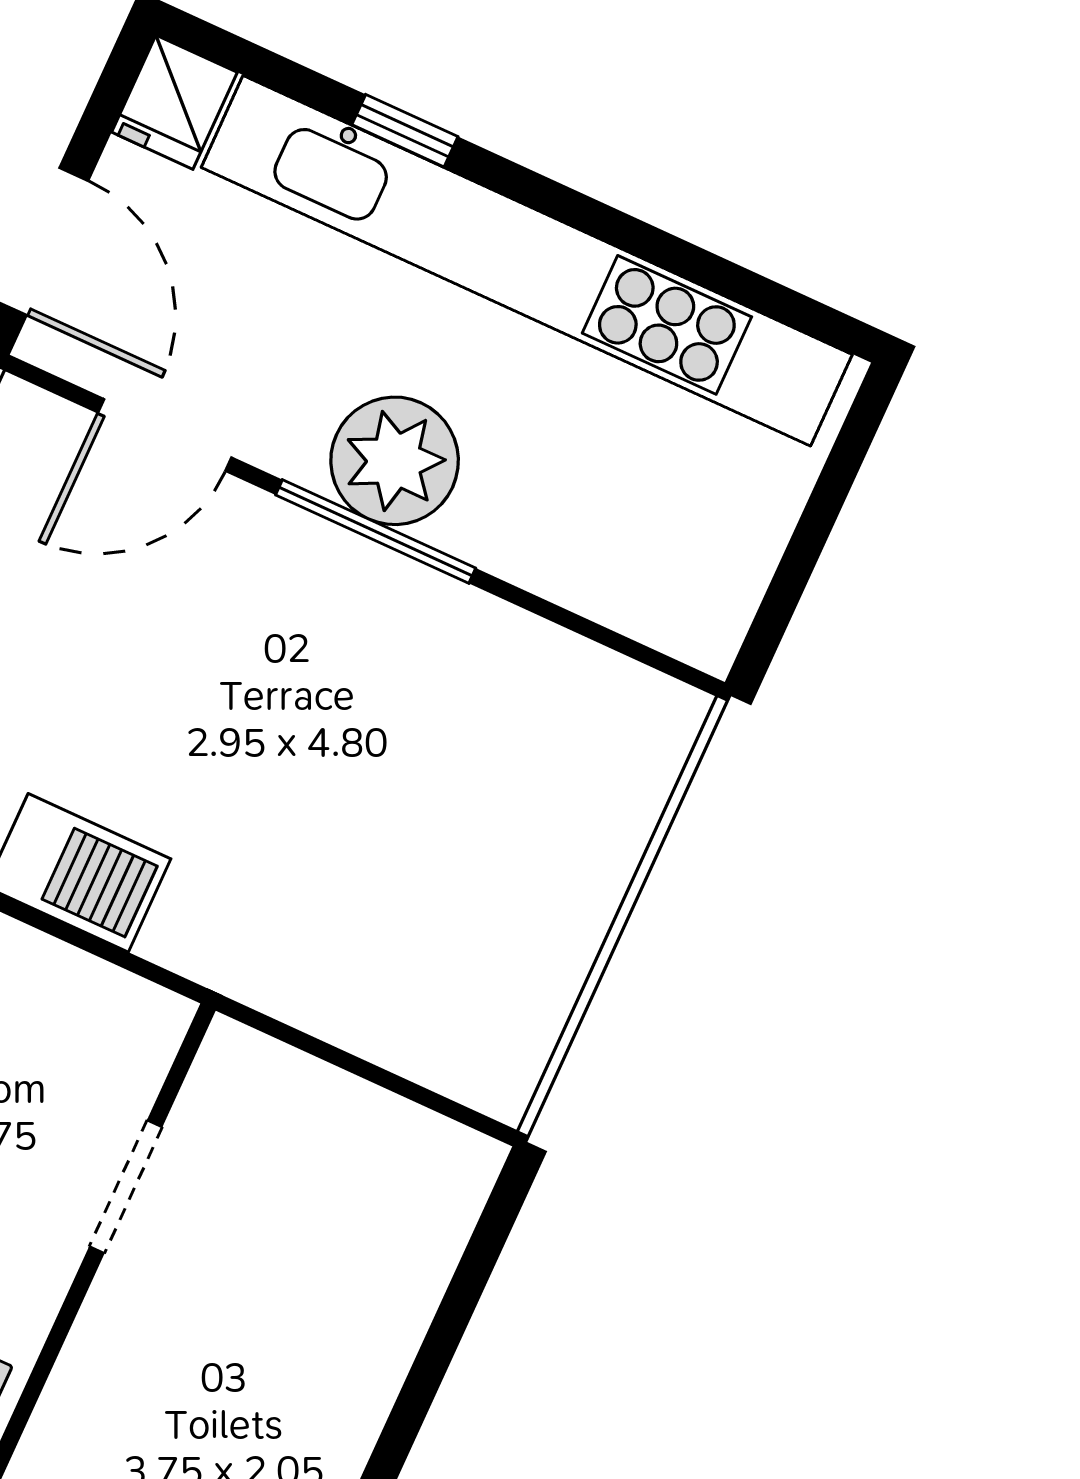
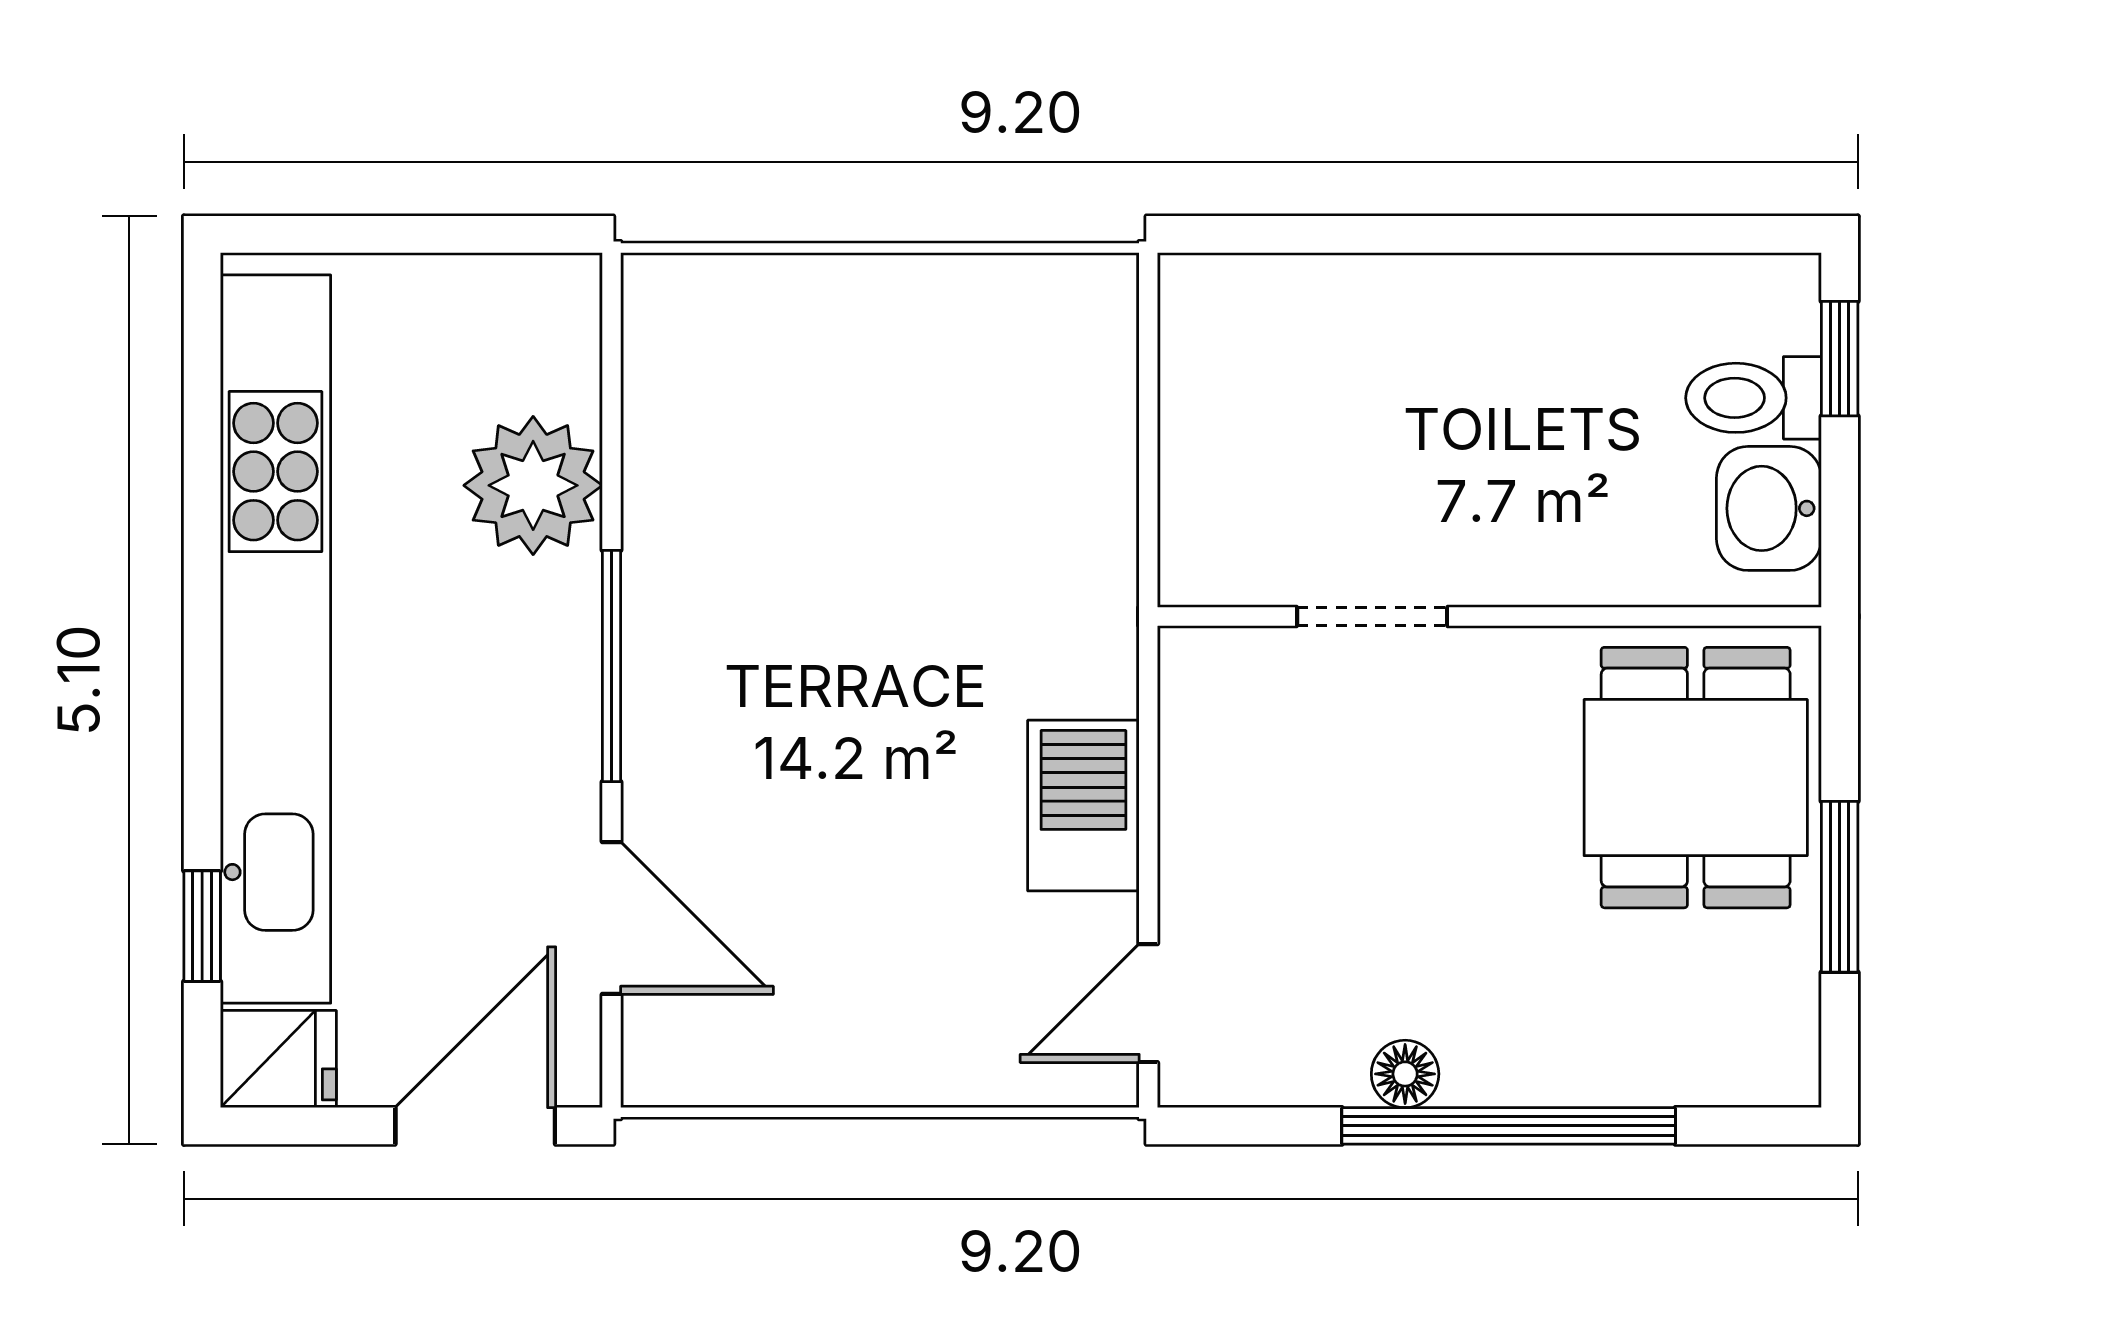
window: (405, 131) -> (202, 926), moved
plant: (395, 461) -> (533, 485), moved

